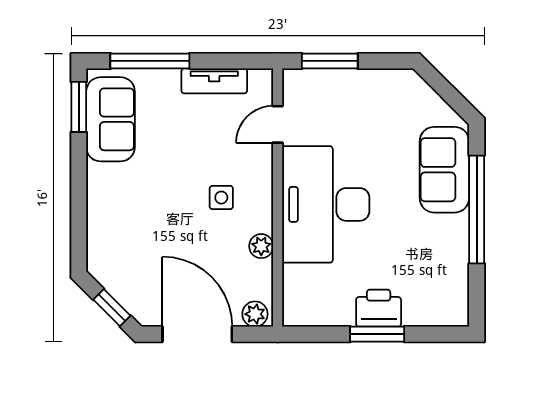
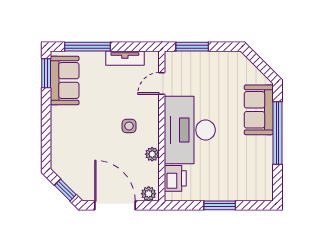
printer: (379, 308) -> (175, 178), moved, turned 90

